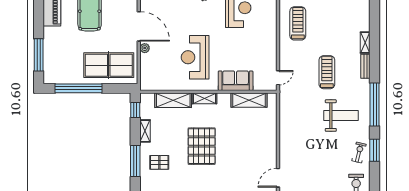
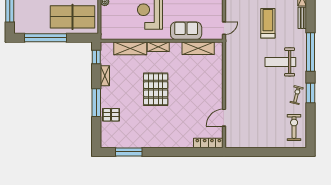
weight bench: (341, 116) -> (280, 62), turned 180
pallet: (159, 162) -> (111, 115), moved

